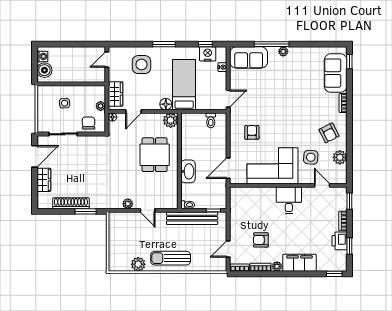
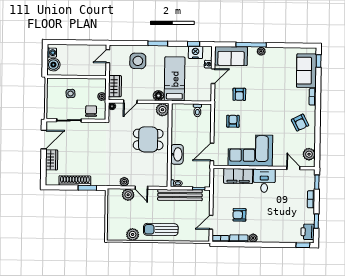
door: (228, 99) -> (213, 76), moved
armchair: (259, 101) -> (239, 94), added
dining table: (155, 155) -> (148, 139), turned 90
side table: (311, 157) -> (284, 144), removed
plant: (340, 157) -> (309, 154), moved
plant: (132, 219) -> (128, 195), added
printer: (339, 241) -> (308, 232), moved
filing cabinet: (299, 263) -> (238, 176), moved, turned 180

